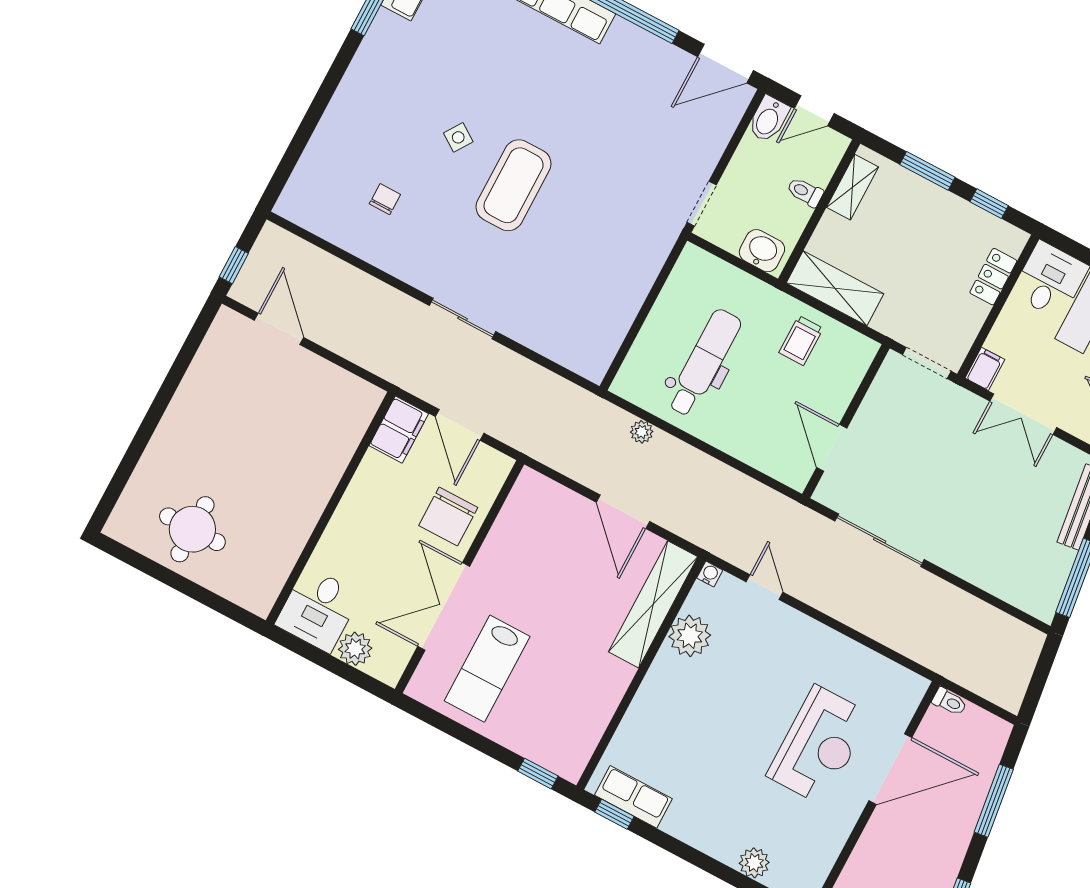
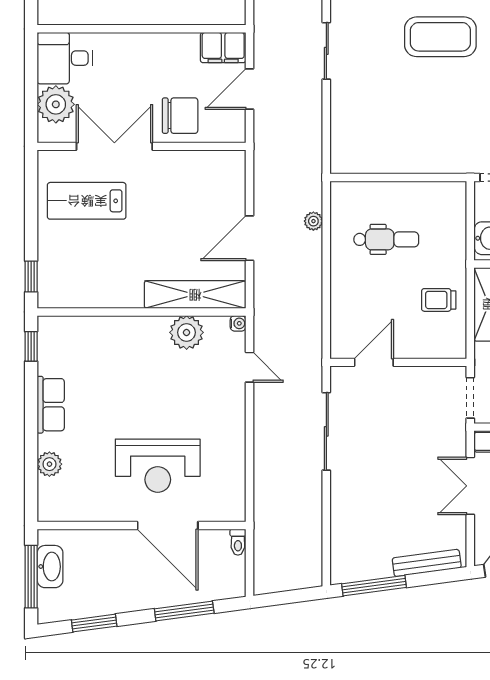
dental chair: (704, 363) -> (386, 239), width x0.73, depth x0.72
chair: (448, 517) -> (180, 116), turned 180
door: (765, 587) -> (249, 367), hinge flipped
plant: (355, 649) -> (56, 104), width x1.36, depth x1.36
row of seats: (633, 797) -> (51, 405), moved

